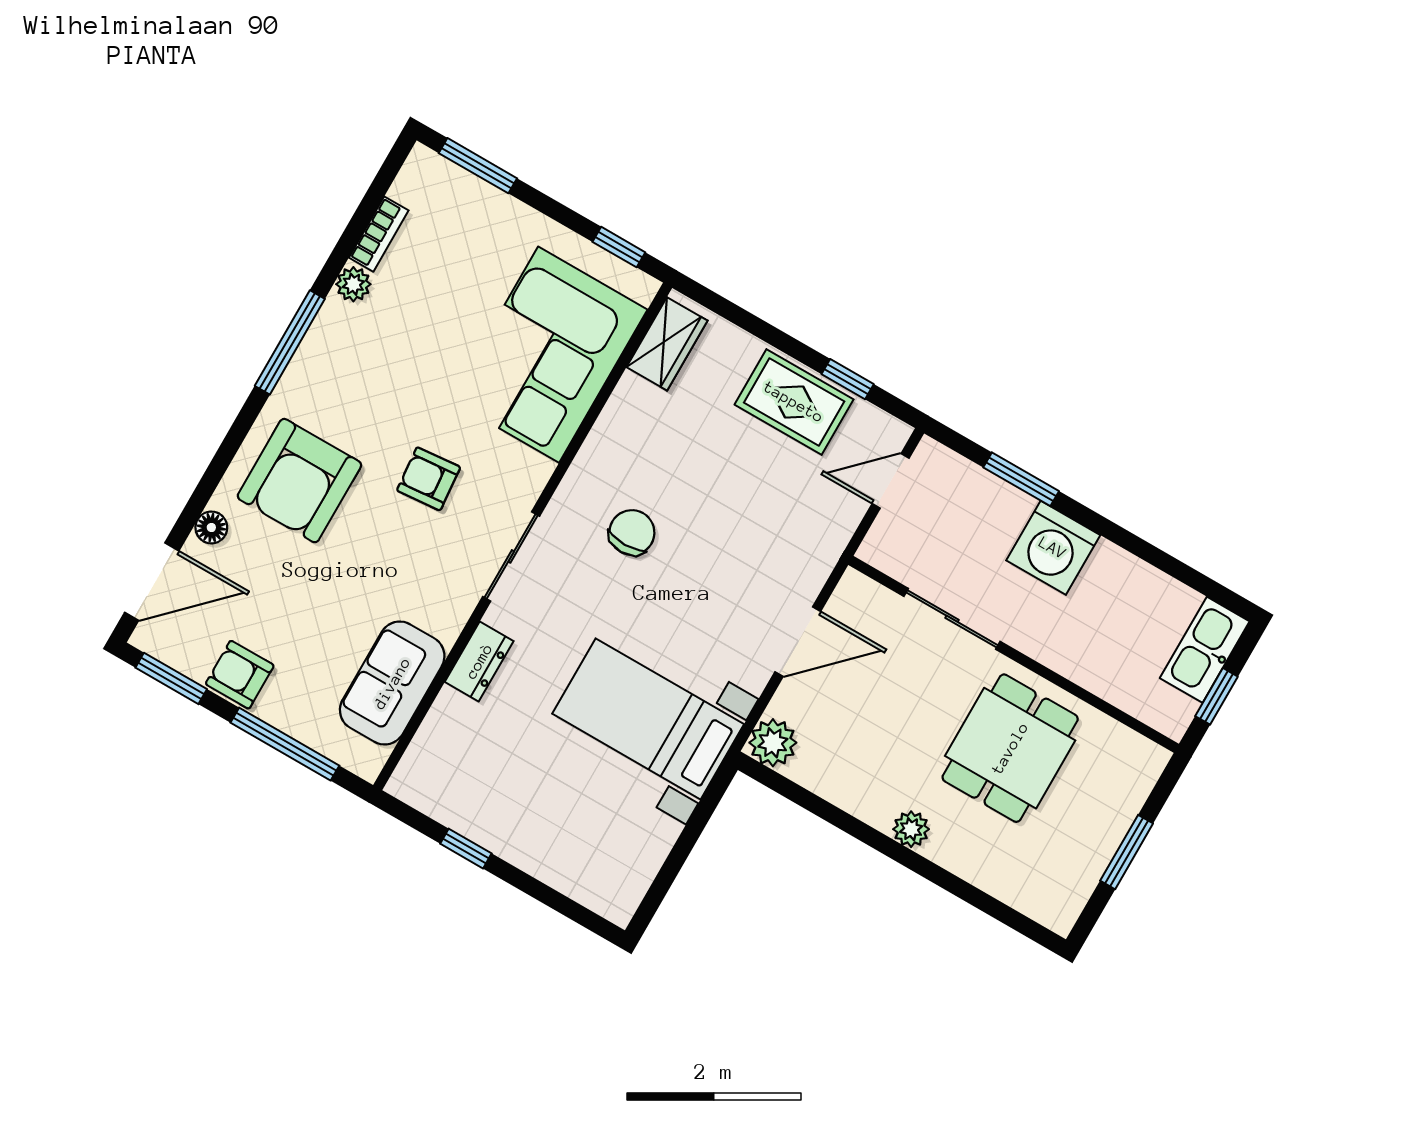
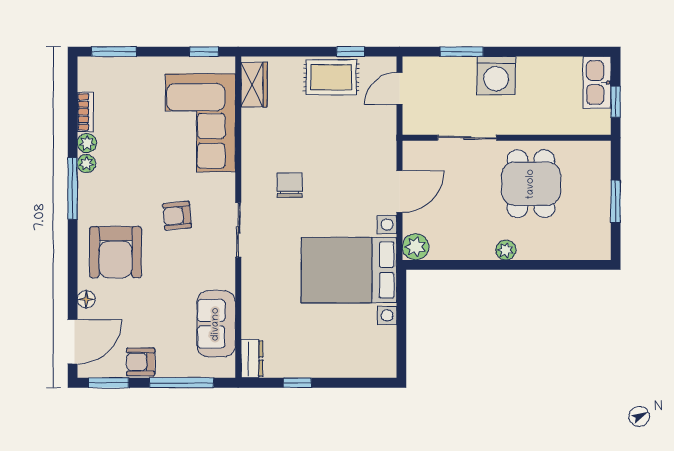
plant: (334, 316) -> (86, 164), added
dresser: (479, 661) -> (252, 359), moved
bed with nightstands: (648, 719) -> (349, 270), width x1.36

